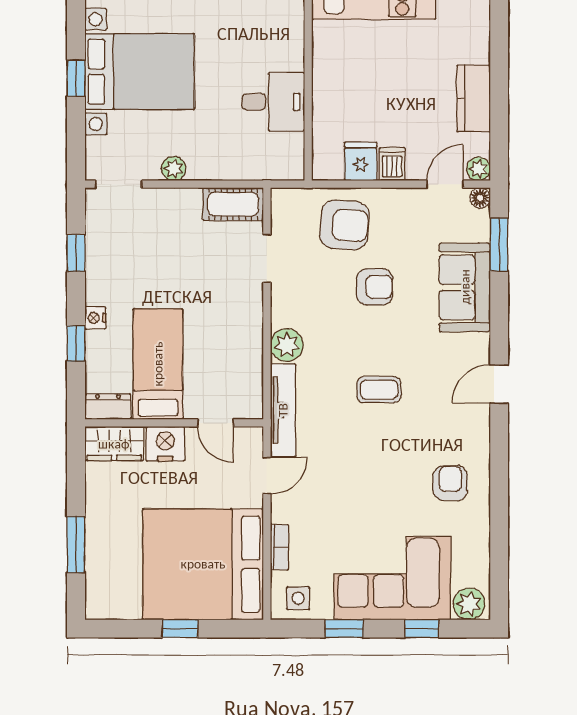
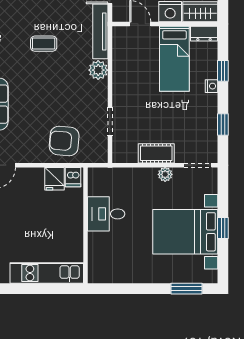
dishwasher: (392, 164) -> (73, 177), moved
cot: (233, 204) -> (156, 153), moved
armchair: (375, 287) -> (46, 104), removed

